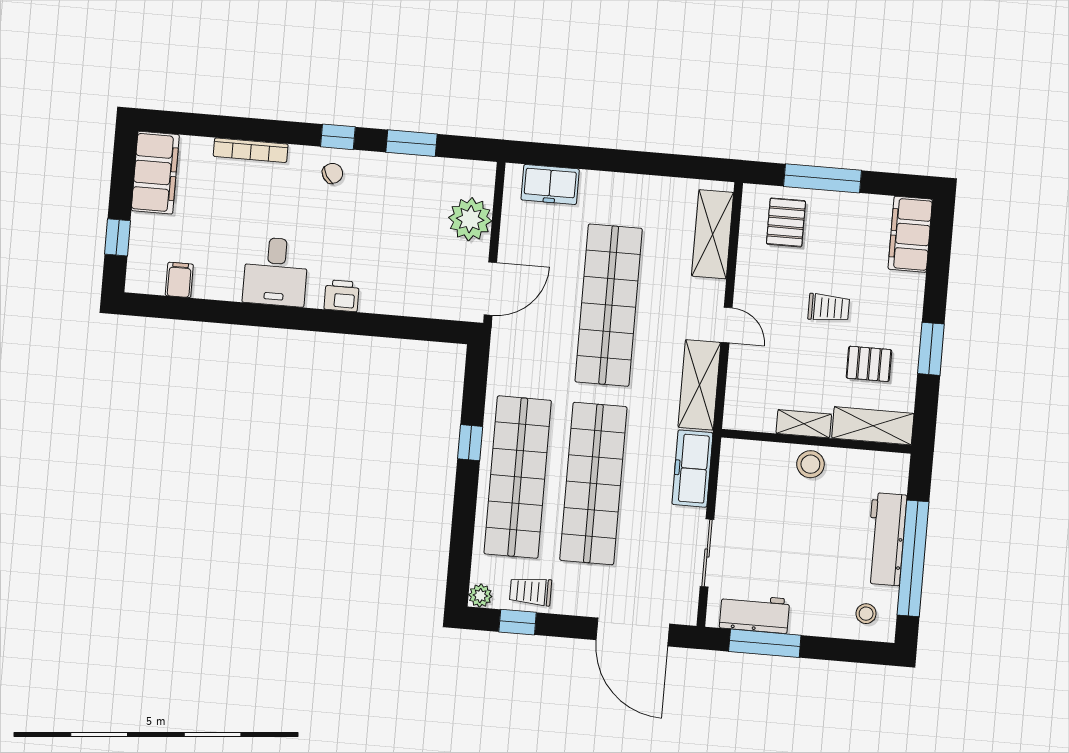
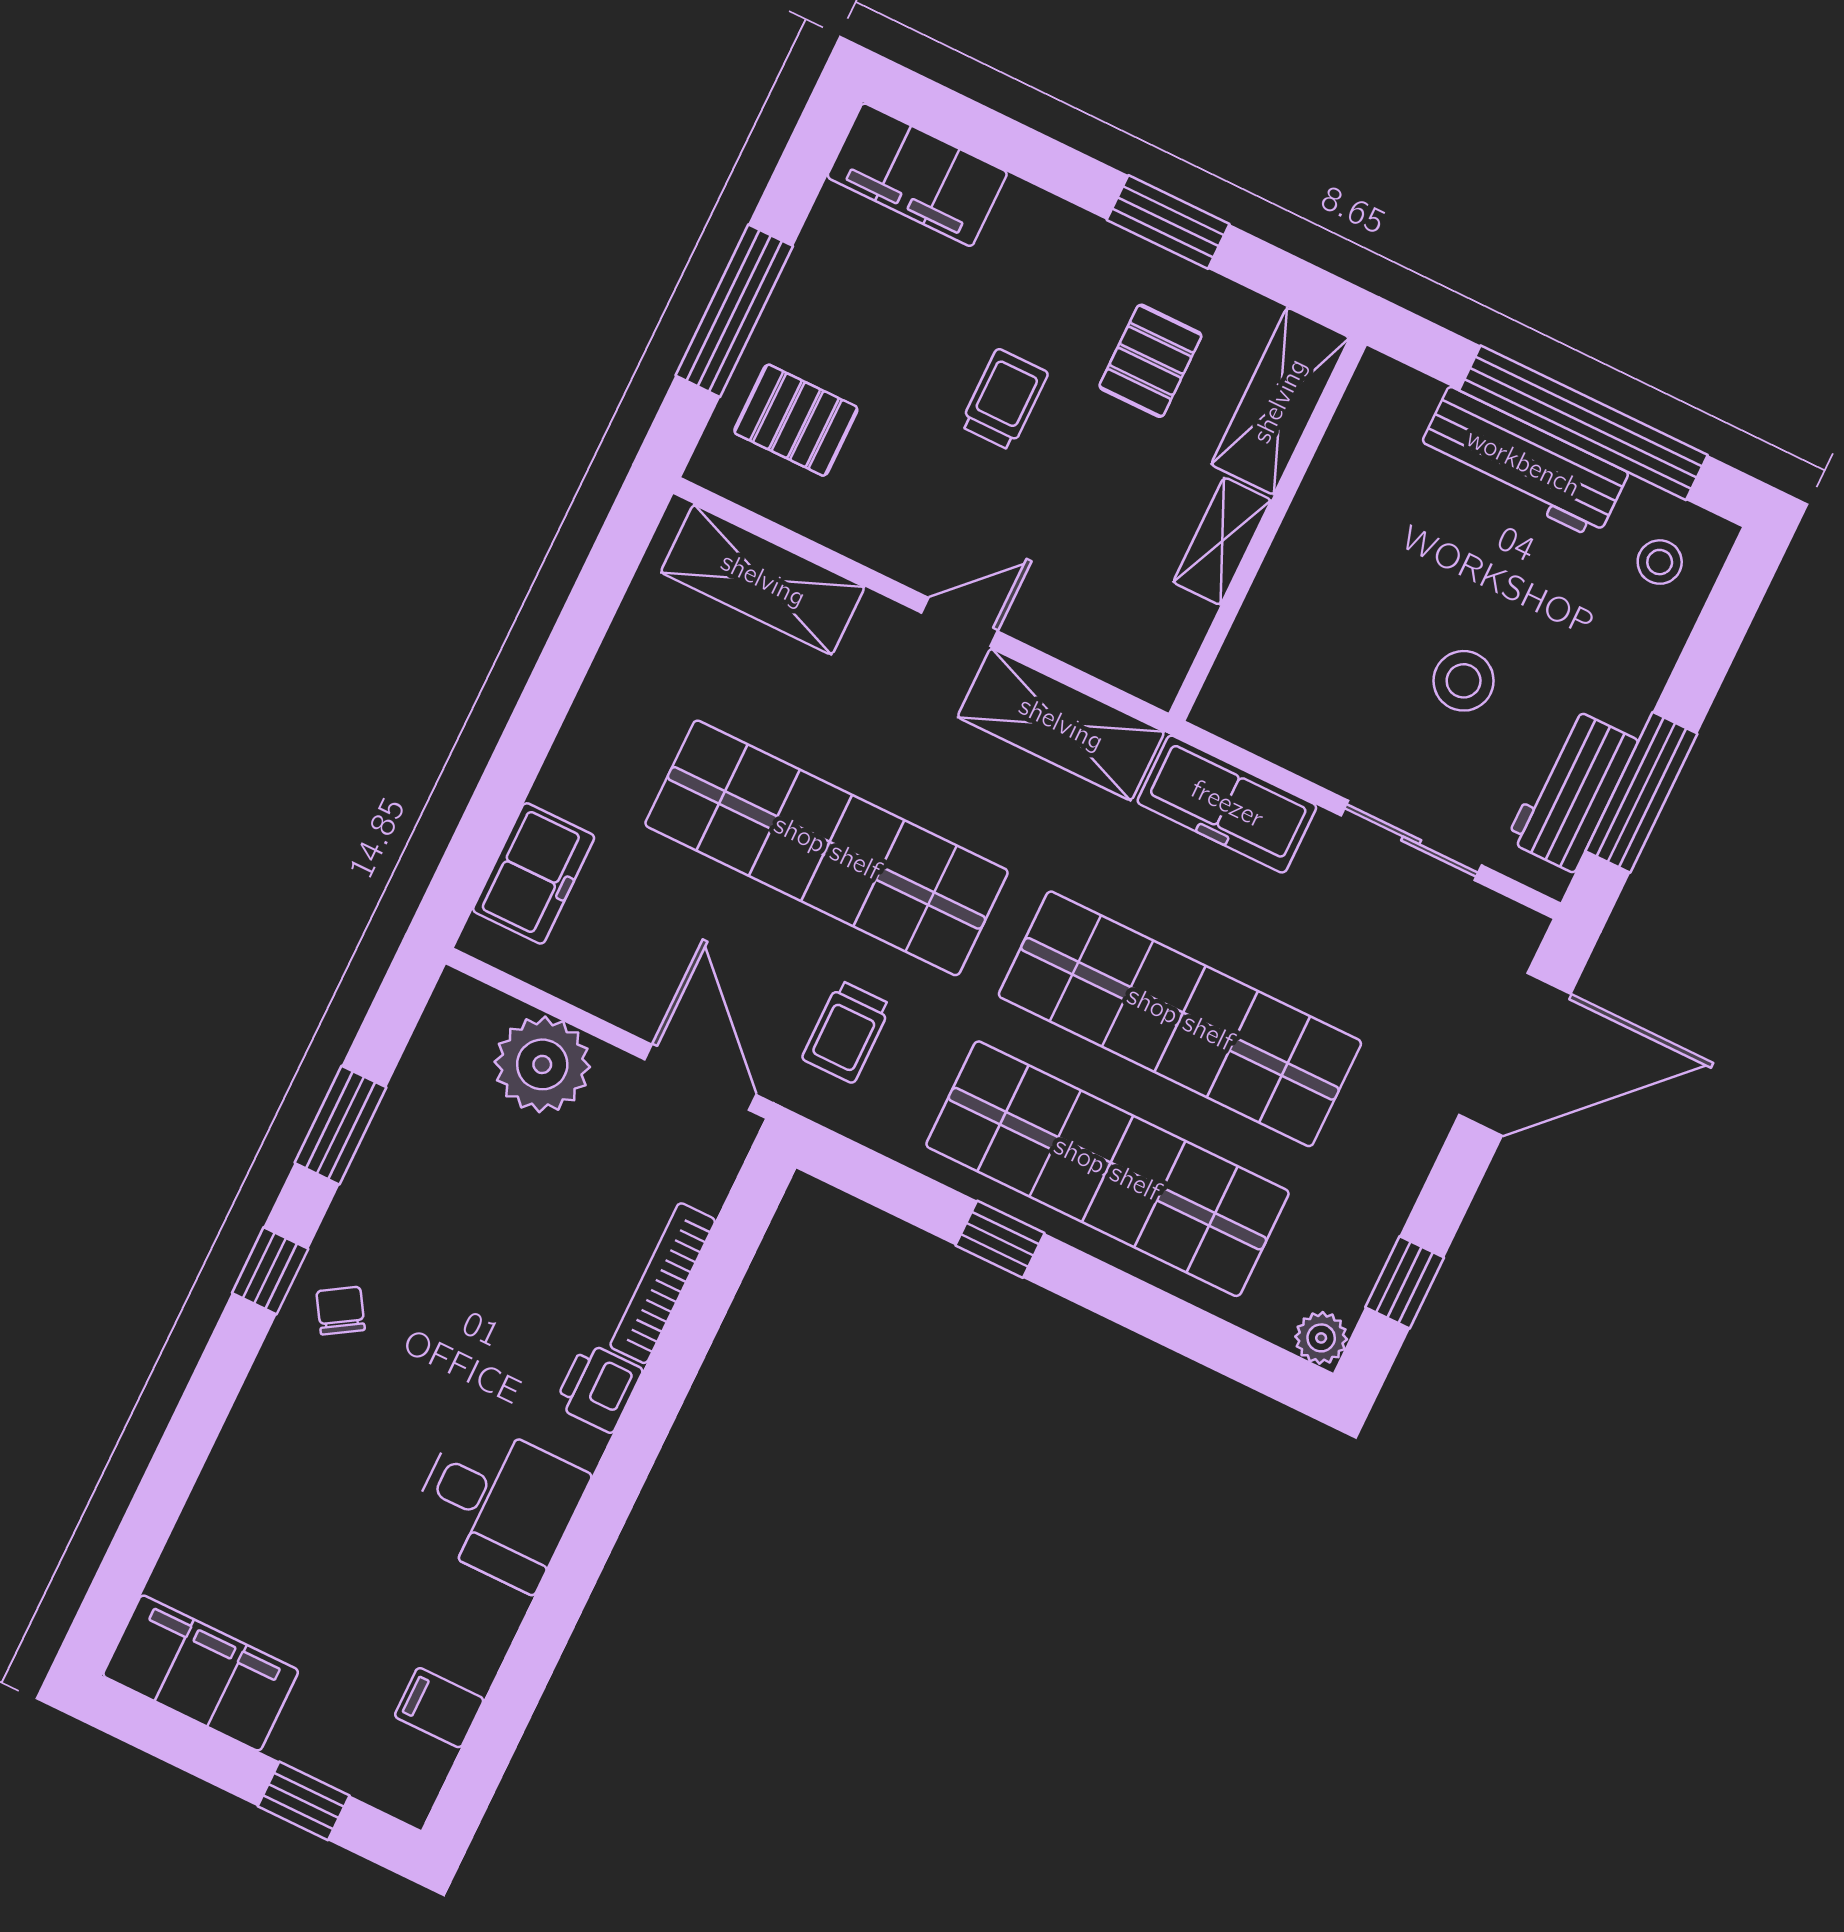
bookcase: (251, 150) -> (663, 1283), moved, turned 180
stool: (810, 464) -> (1464, 681), moved
trolley: (530, 591) -> (846, 1032), moved

